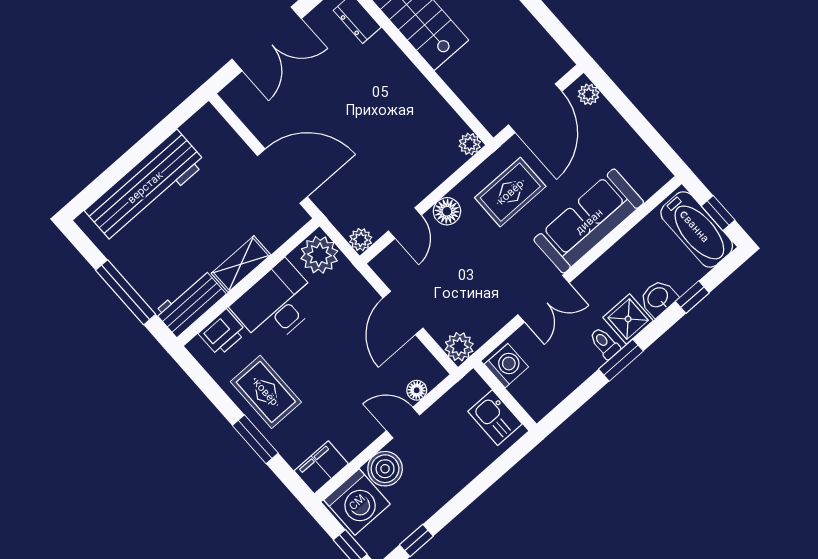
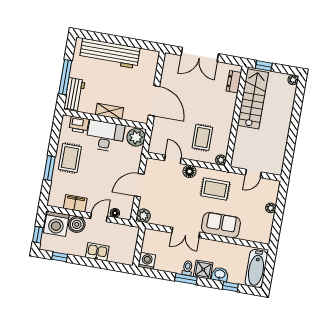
plant: (588, 94) -> (271, 208), moved
door: (535, 108) -> (253, 173), width x0.53
rug: (408, 145) -> (202, 138), added
window: (718, 213) -> (269, 271), removed
sofa: (589, 221) -> (221, 225), width x0.73
door: (405, 223) -> (173, 159), swing flipped
plant: (361, 240) -> (154, 148), removed
workbench: (190, 303) -> (74, 94), moved, turned 90
washing machine: (506, 366) -> (147, 261), moved, turned -90
kitchen sink: (495, 418) -> (97, 252), moved, turned 90
door: (403, 423) -> (99, 217), hinge flipped
filing cabinet: (321, 467) -> (75, 203), moved

